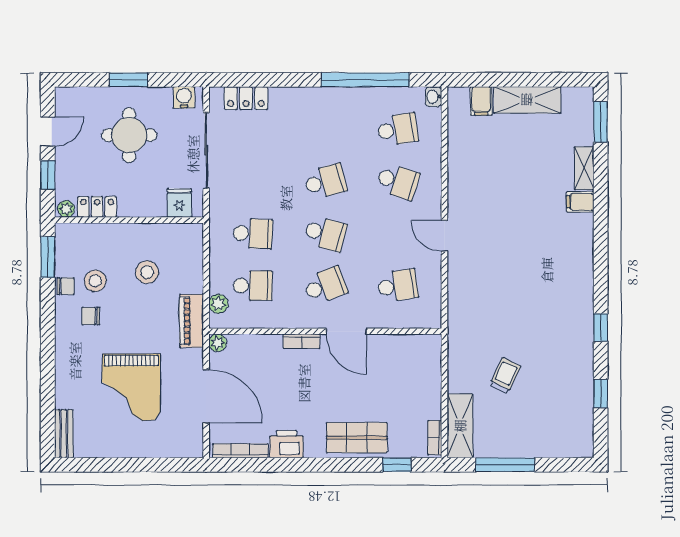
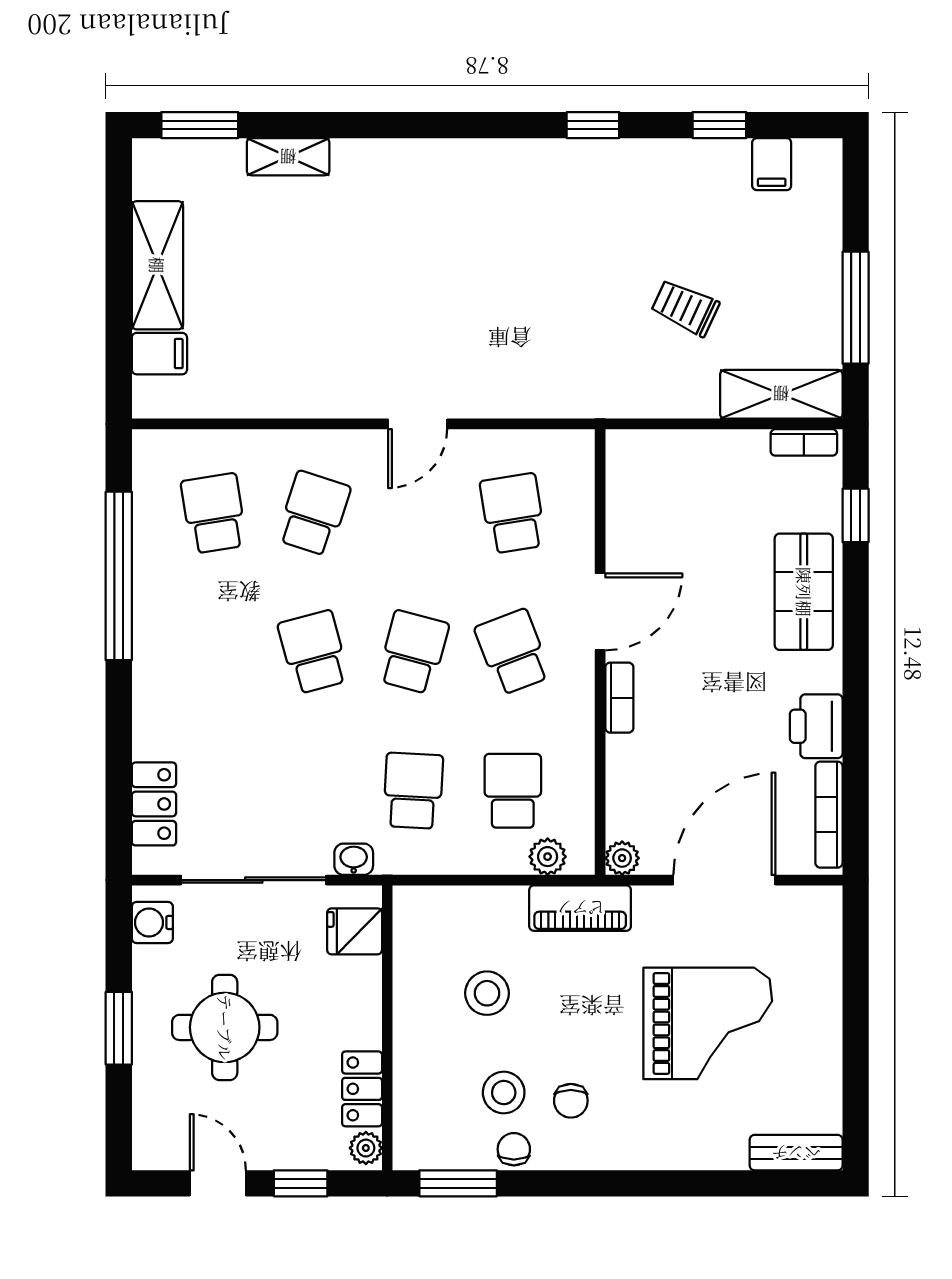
washbasin: (434, 97) -> (354, 859), moved, turned 180
filing cabinet: (580, 202) -> (772, 164), moved

